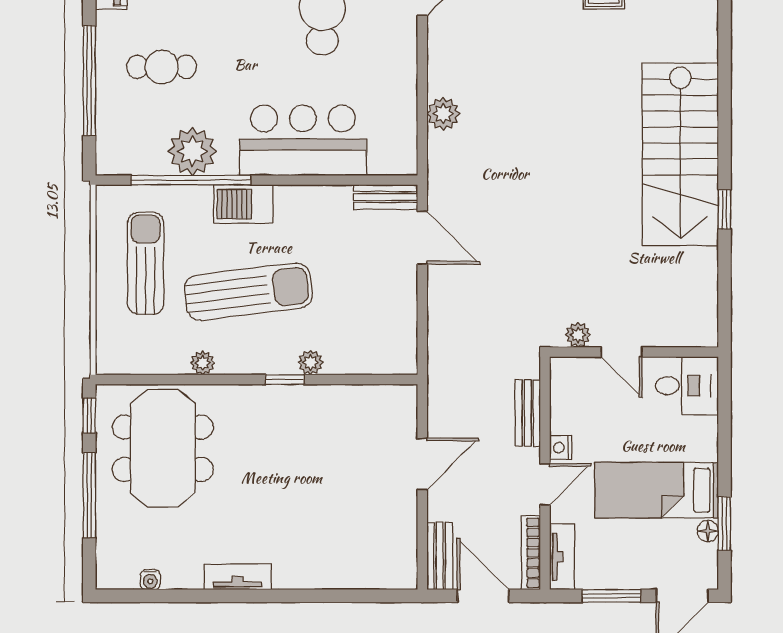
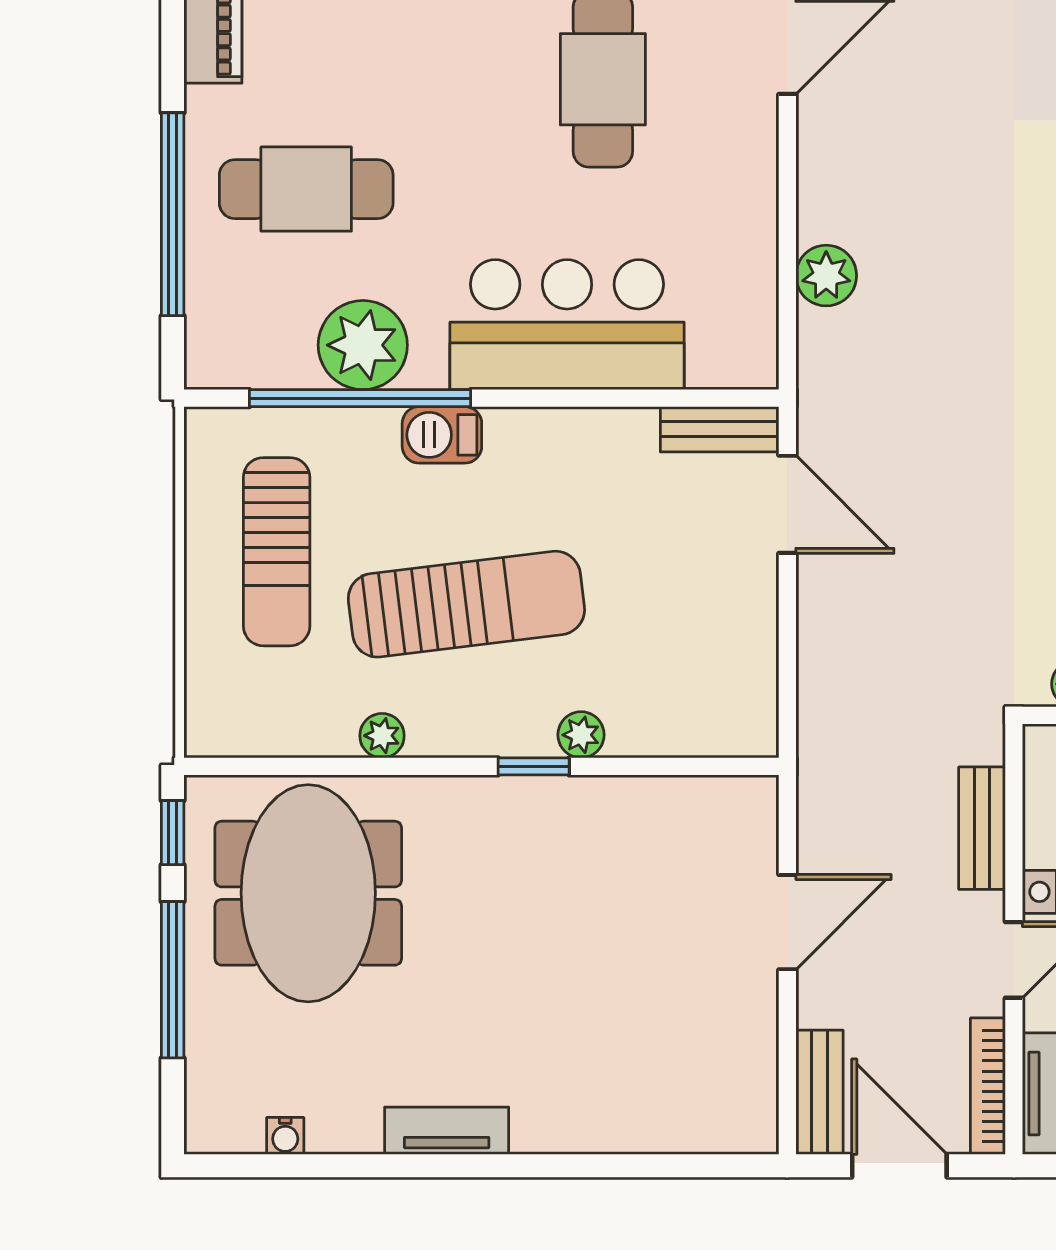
cafe table: (162, 67) -> (306, 189), width x1.37, depth x1.35
barbecue: (243, 204) -> (442, 435), width x0.73, depth x0.79
sun lounger: (146, 263) -> (277, 552), turned 180

